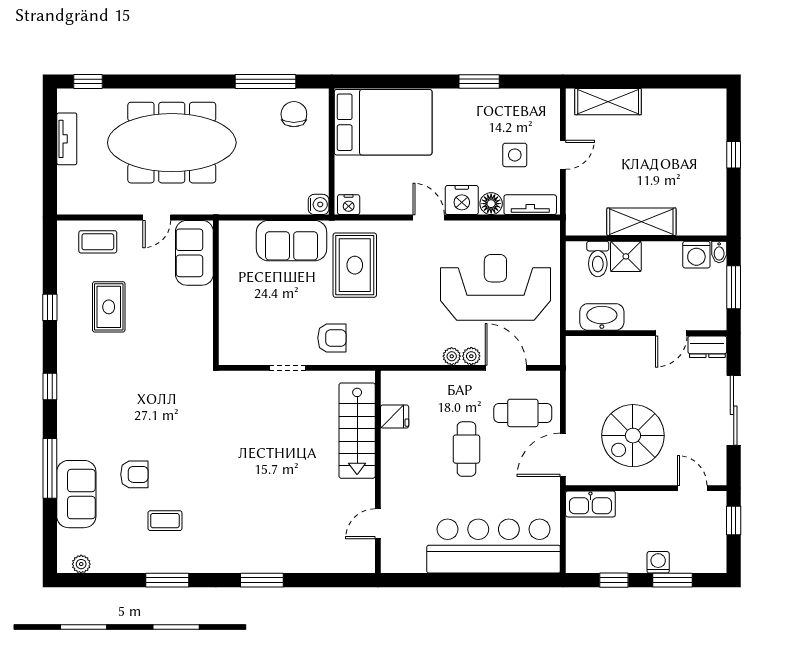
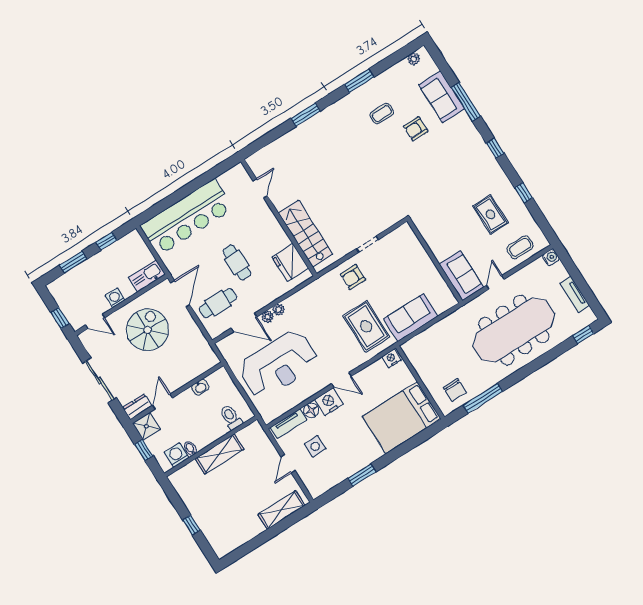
water cooler: (319, 204) -> (551, 257), moved, turned 180
bidet: (719, 252) -> (190, 448), moved
shower: (626, 256) -> (146, 426), moved
window: (734, 287) -> (144, 450), width x0.67
washbasin: (602, 317) -> (200, 387), width x0.52, depth x0.69
fridge: (395, 417) -> (290, 263), width x1.88, depth x1.34
washing machine: (658, 562) -> (115, 298), moved, turned 180

